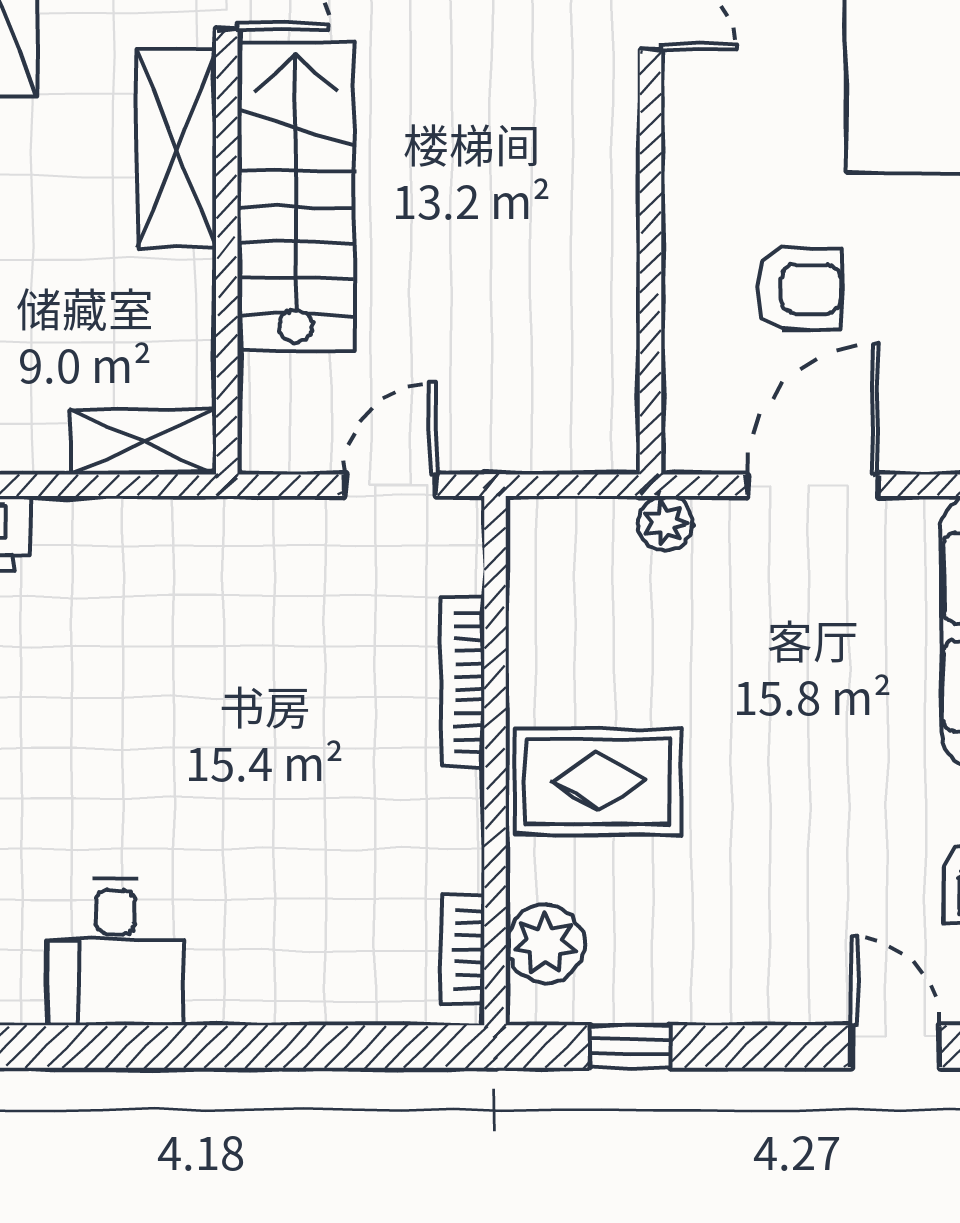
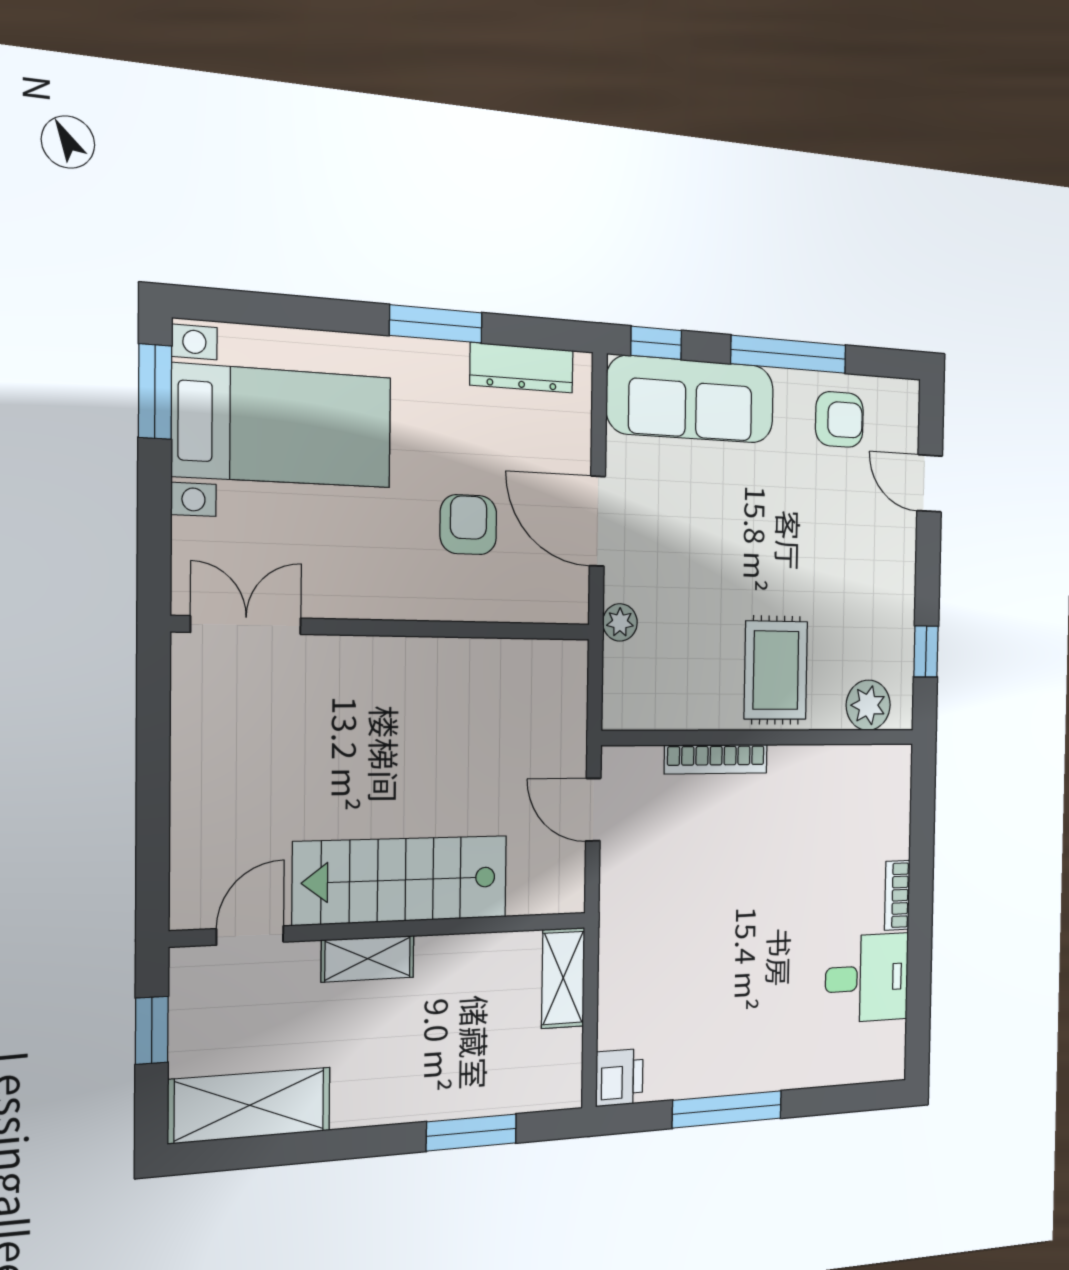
shelving: (177, 149) -> (368, 959), width x0.67, depth x0.75
bookcase: (463, 949) -> (897, 895), moved, turned 90
door: (895, 1047) -> (930, 483), hinge flipped

